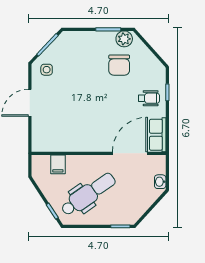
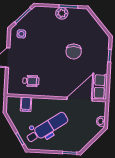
plant: (124, 39) -> (62, 13), moved
chair: (119, 65) -> (74, 52), moved
wheelchair: (149, 98) -> (31, 81), moved

